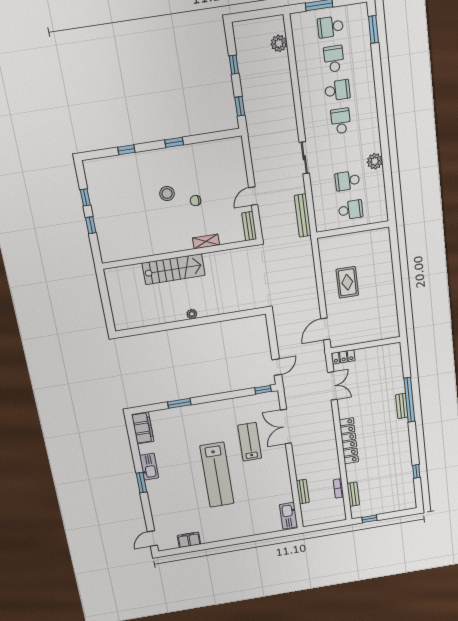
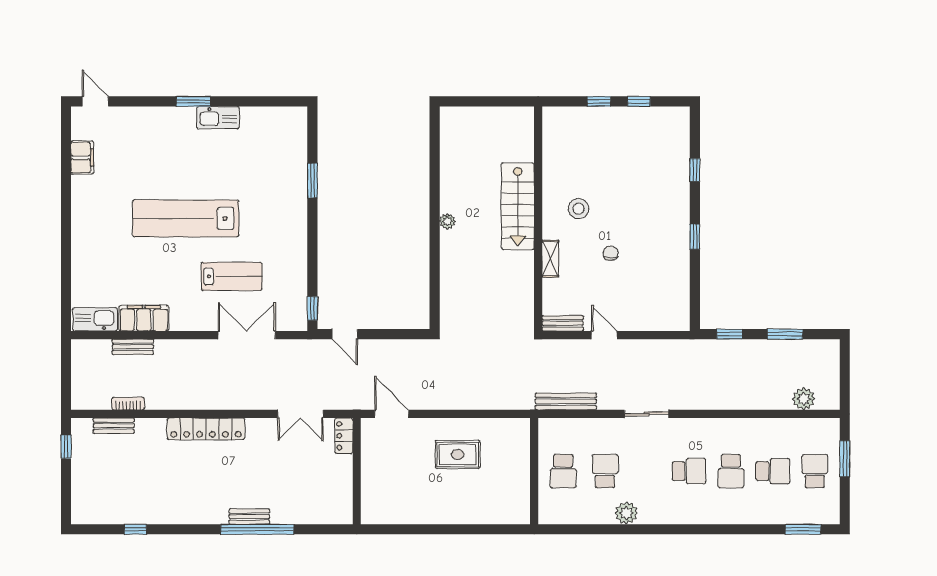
window: (234, 65) -> (785, 334), width x1.50
stool: (167, 194) -> (579, 209), moved
filing cabinet: (143, 428) -> (144, 318), moved, turned 180

